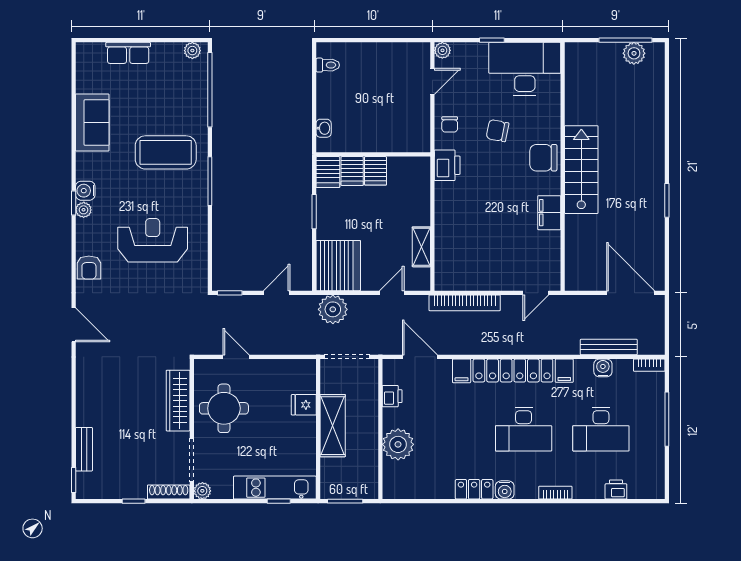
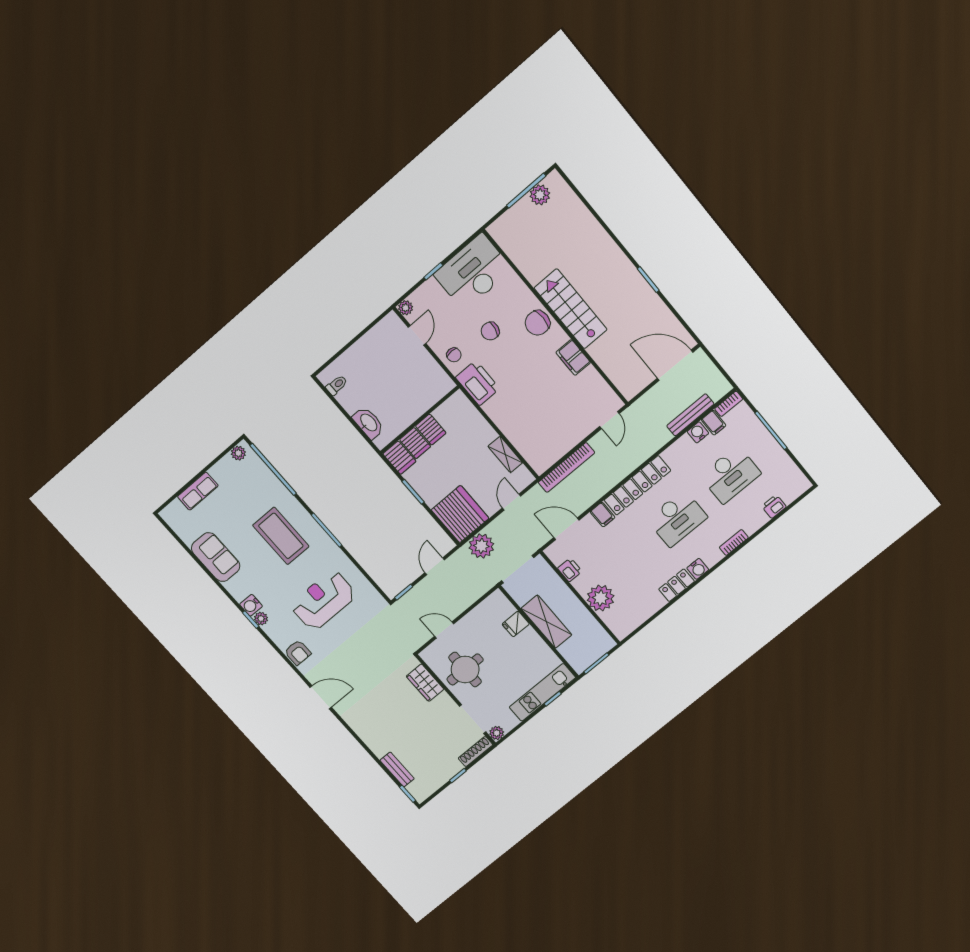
washbasin: (324, 128) -> (368, 423), width x1.91, depth x1.45
coffee table: (166, 152) -> (281, 536), turned 90
printer: (447, 165) -> (478, 383), width x1.37, depth x1.19
filing cabinet: (564, 371) -> (714, 423), moved
wardrobe: (178, 401) -> (425, 683), width x0.67

